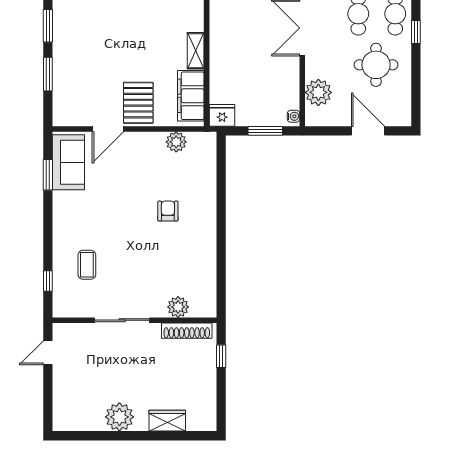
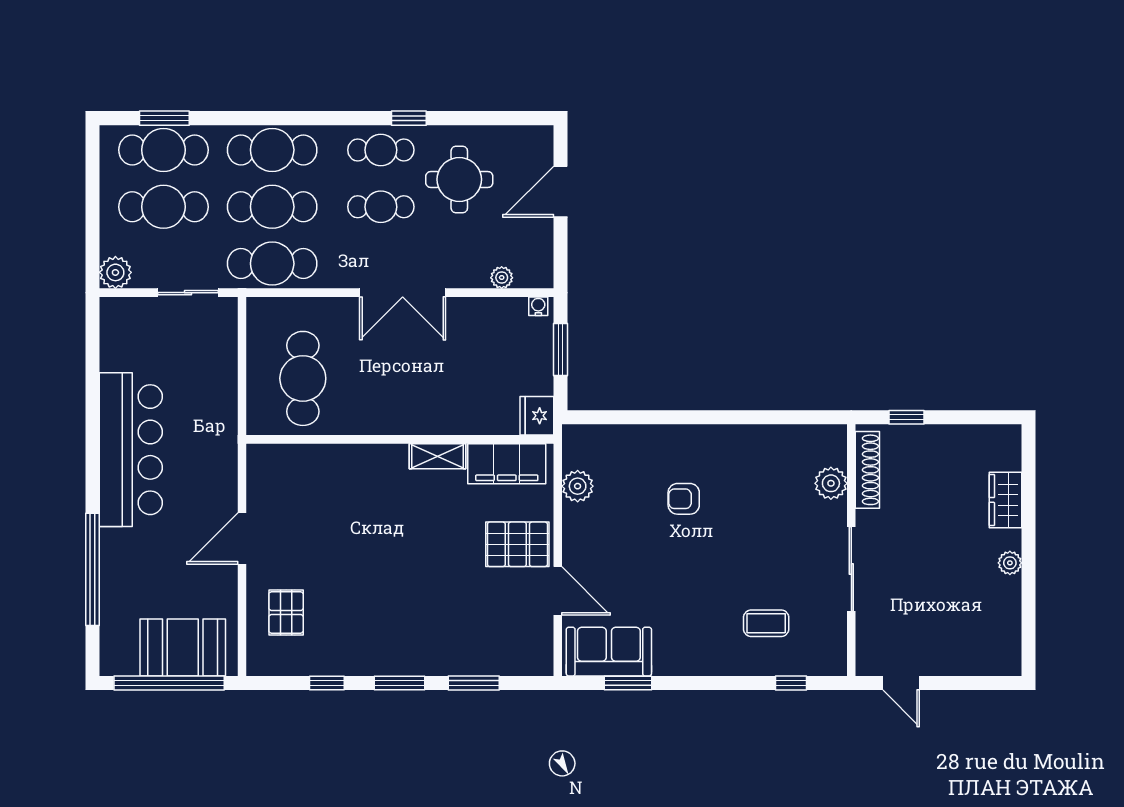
plant: (318, 92) -> (502, 278), width x0.53, depth x0.53
plant: (119, 417) -> (1010, 563), width x0.53, depth x0.53

